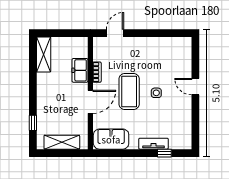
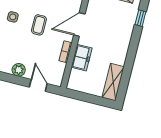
door: (115, 33) -> (38, 85), swing flipped
plant: (138, 43) -> (19, 70), added
coffee table: (129, 92) -> (39, 25), width x0.54, depth x0.58

